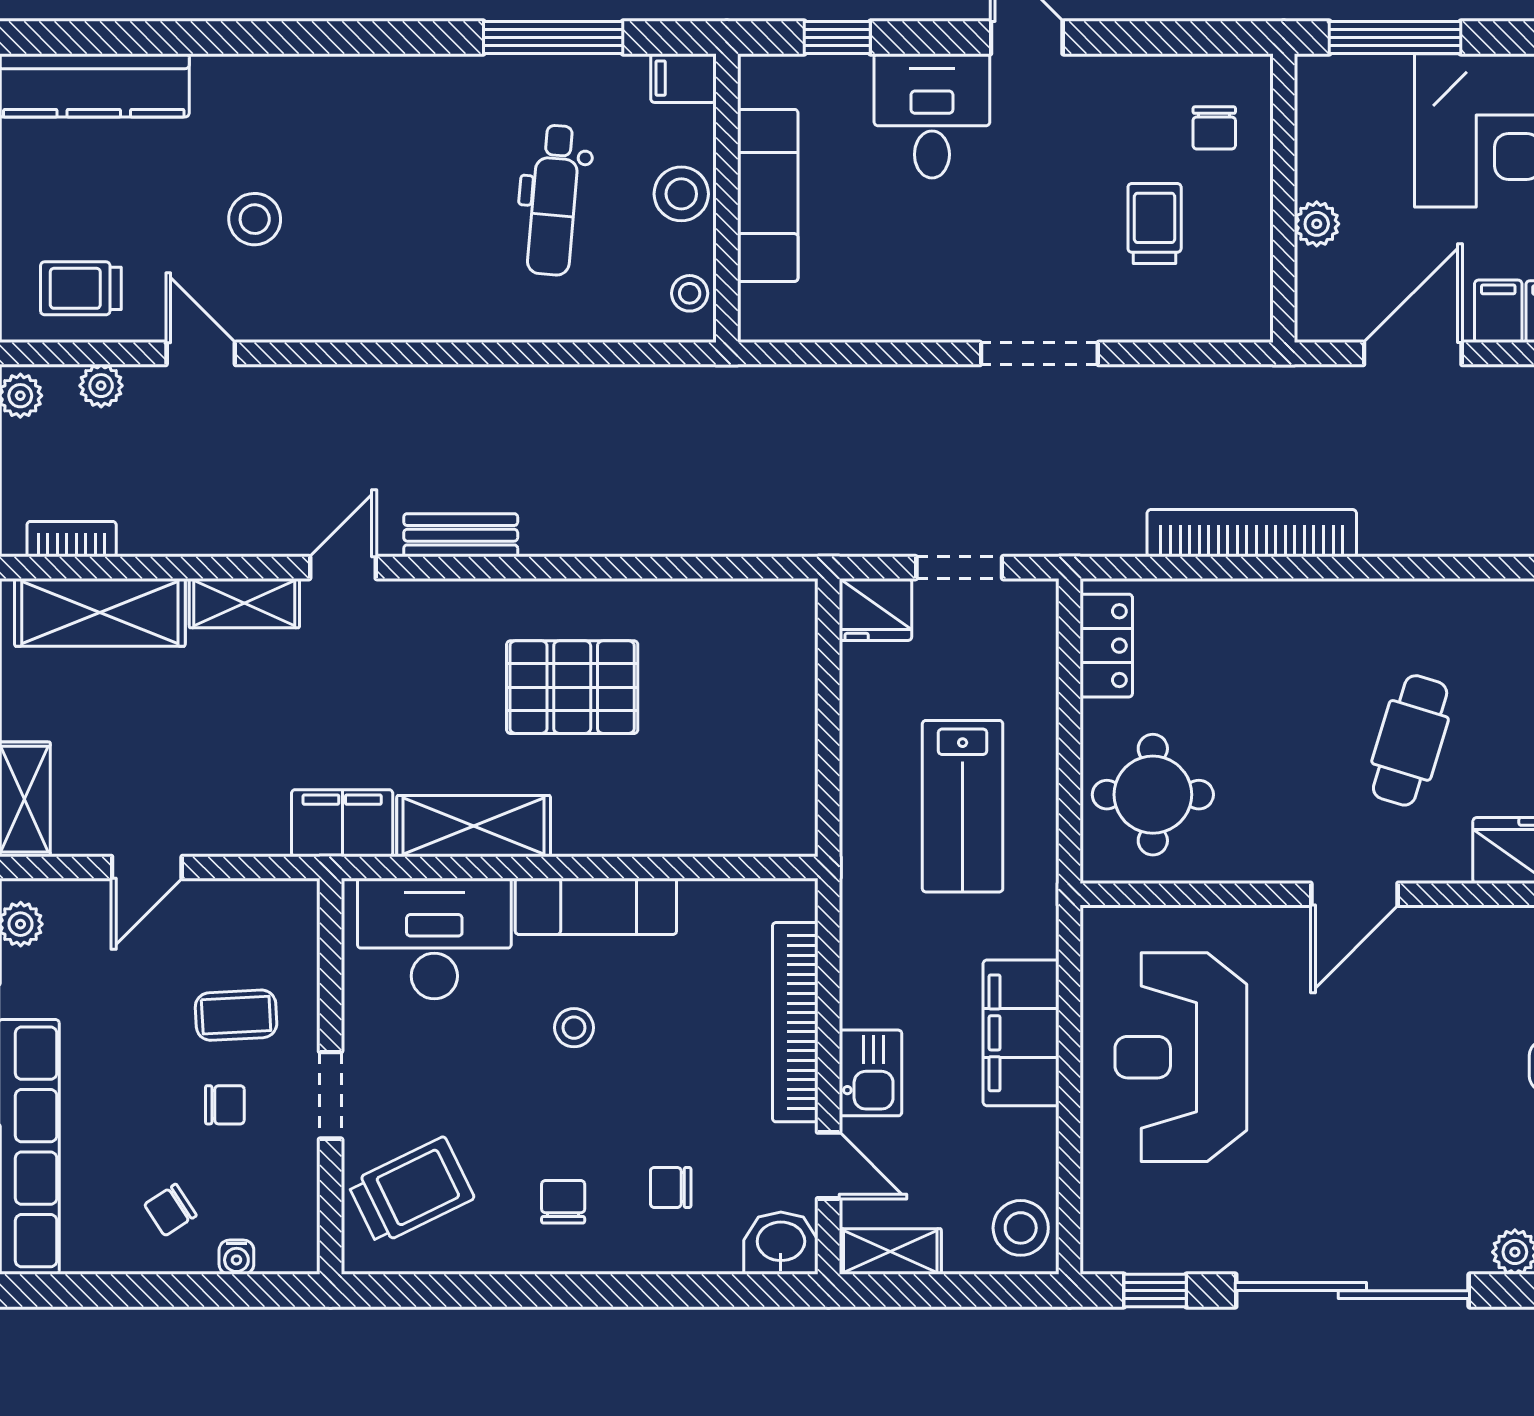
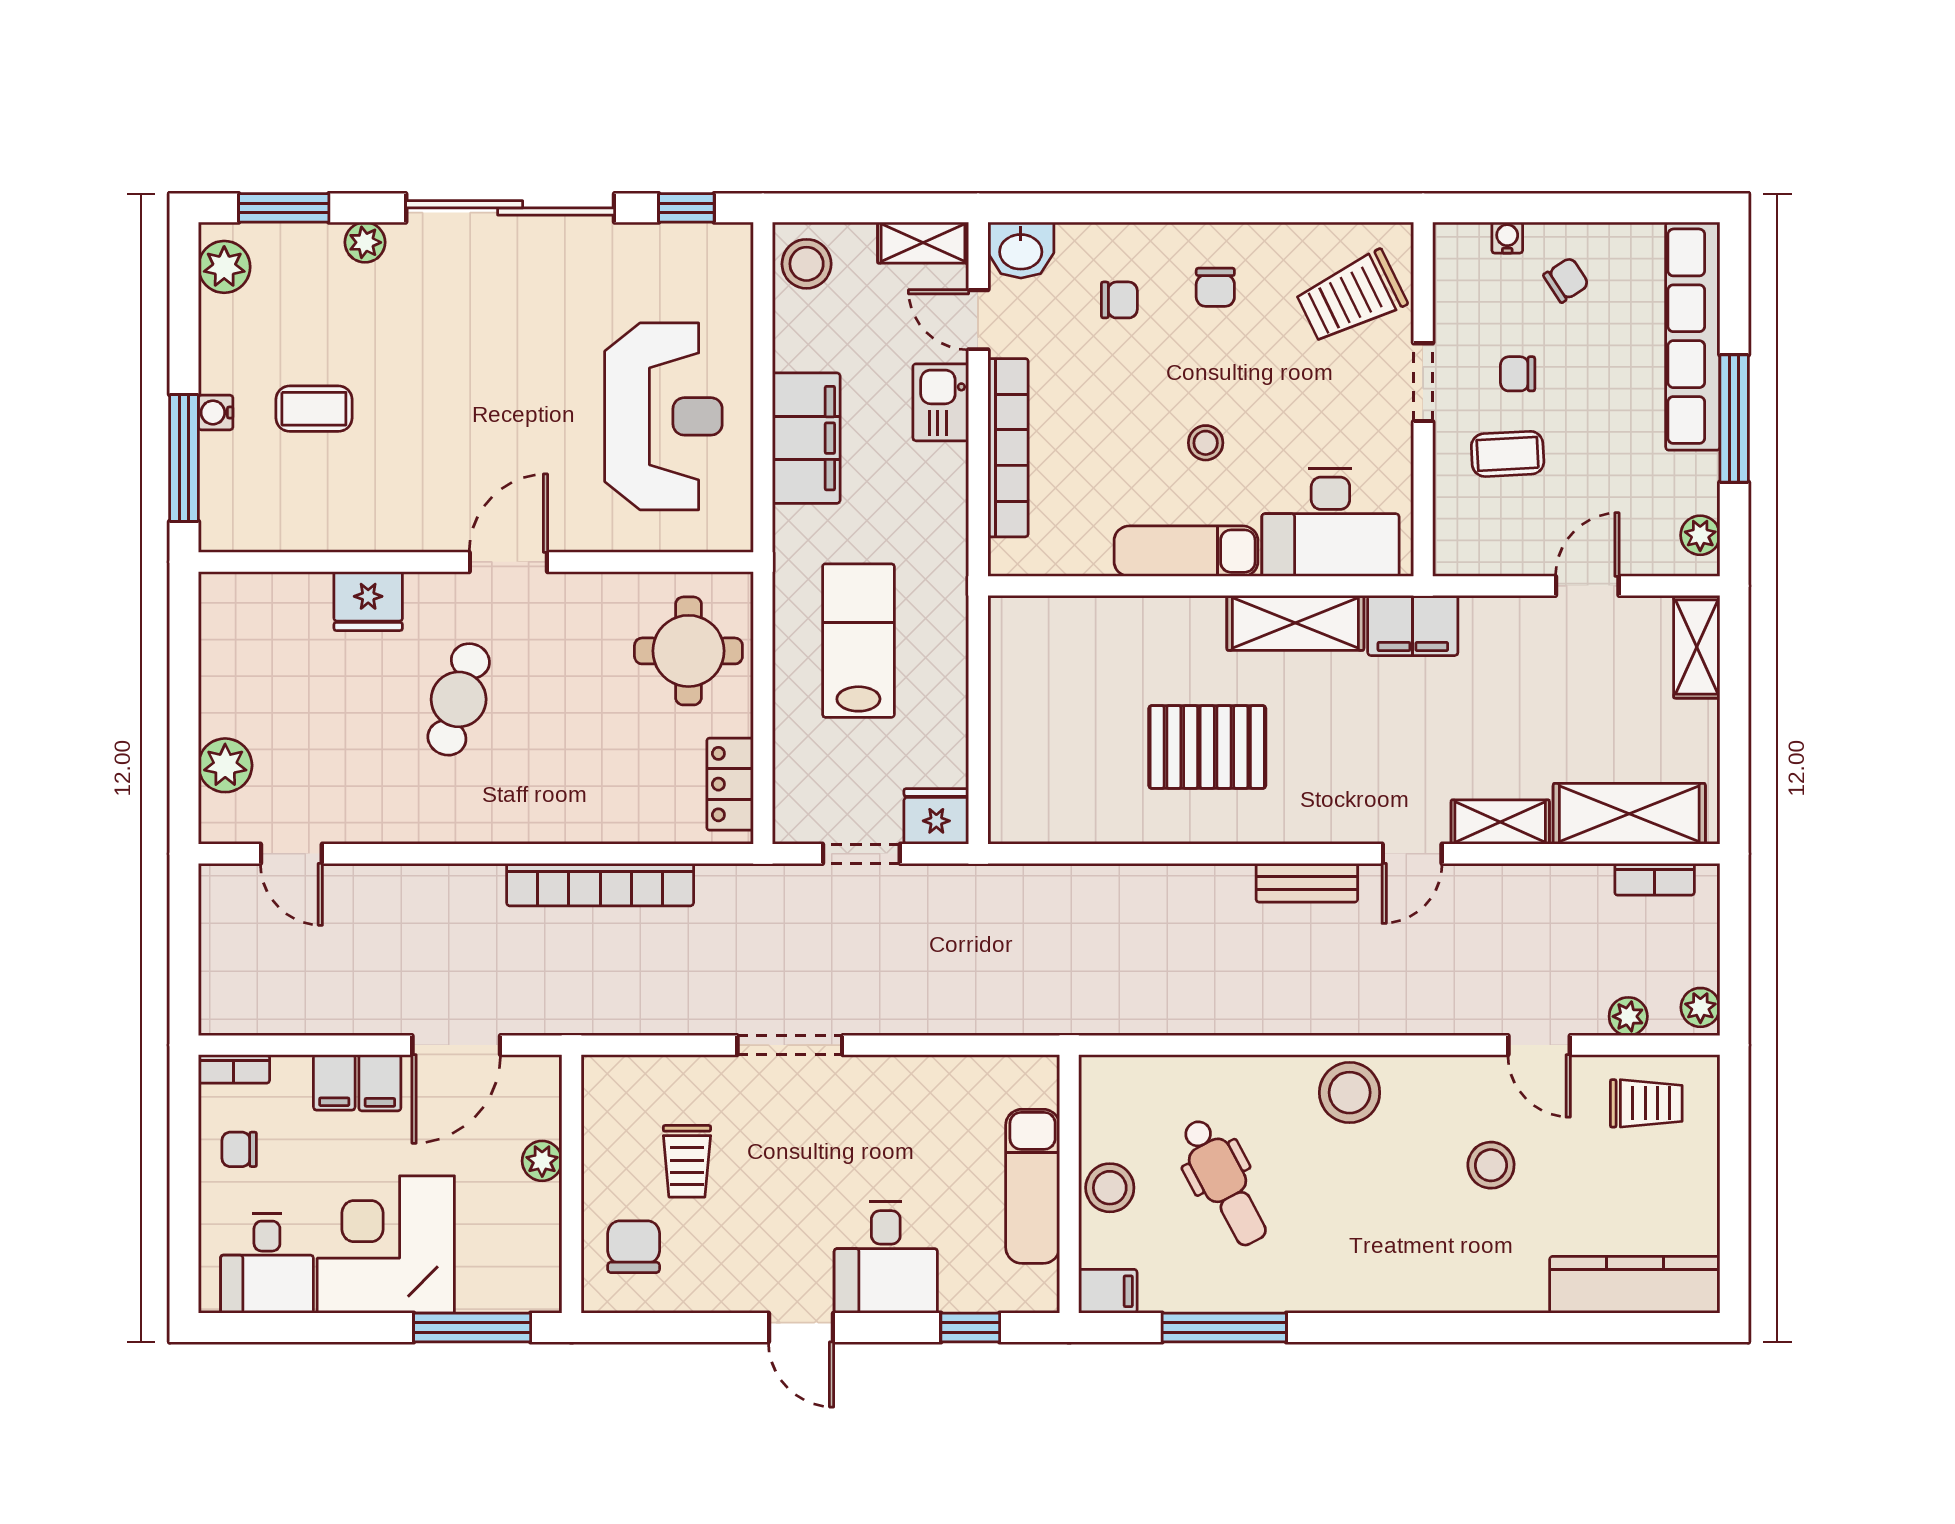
chair: (1214, 128) -> (634, 1247), width x1.37, depth x1.37
dental chair: (554, 200) -> (1224, 1182), turned 147
stool: (690, 293) -> (1350, 1093), moved, width x1.89, depth x1.89

